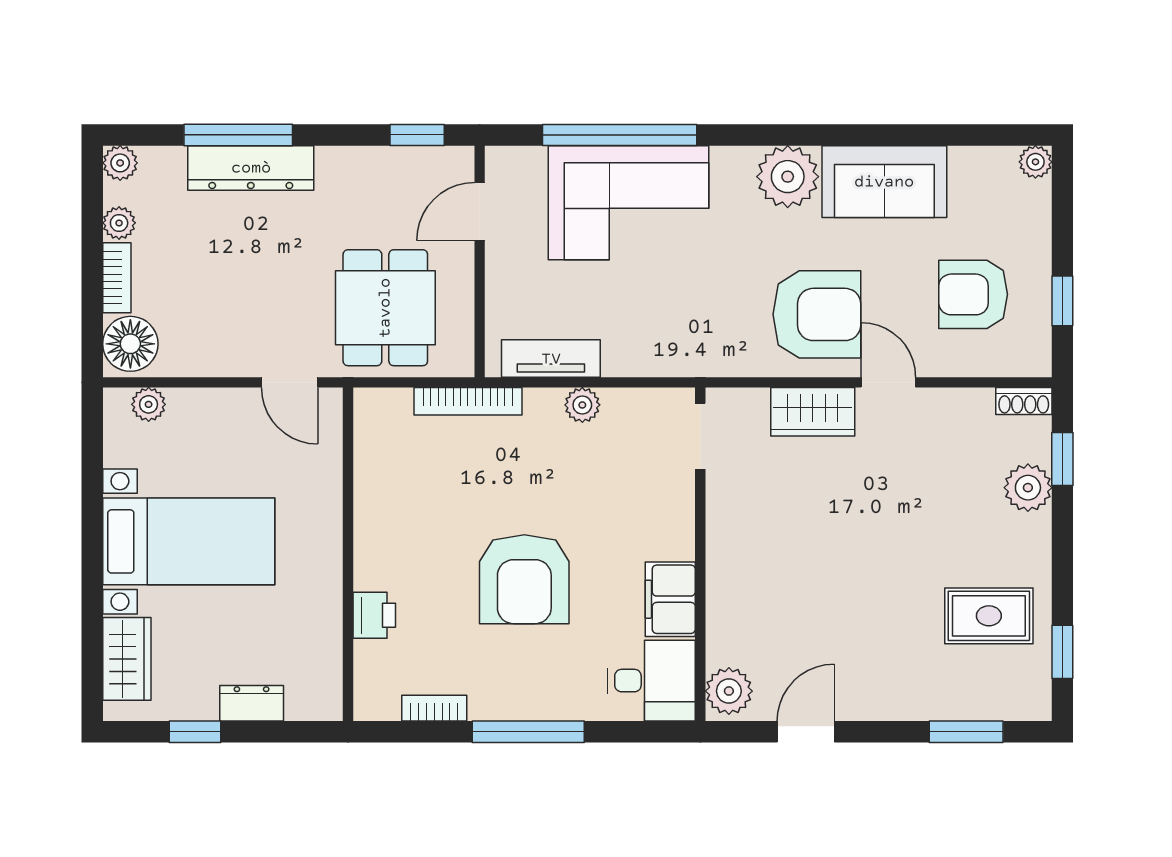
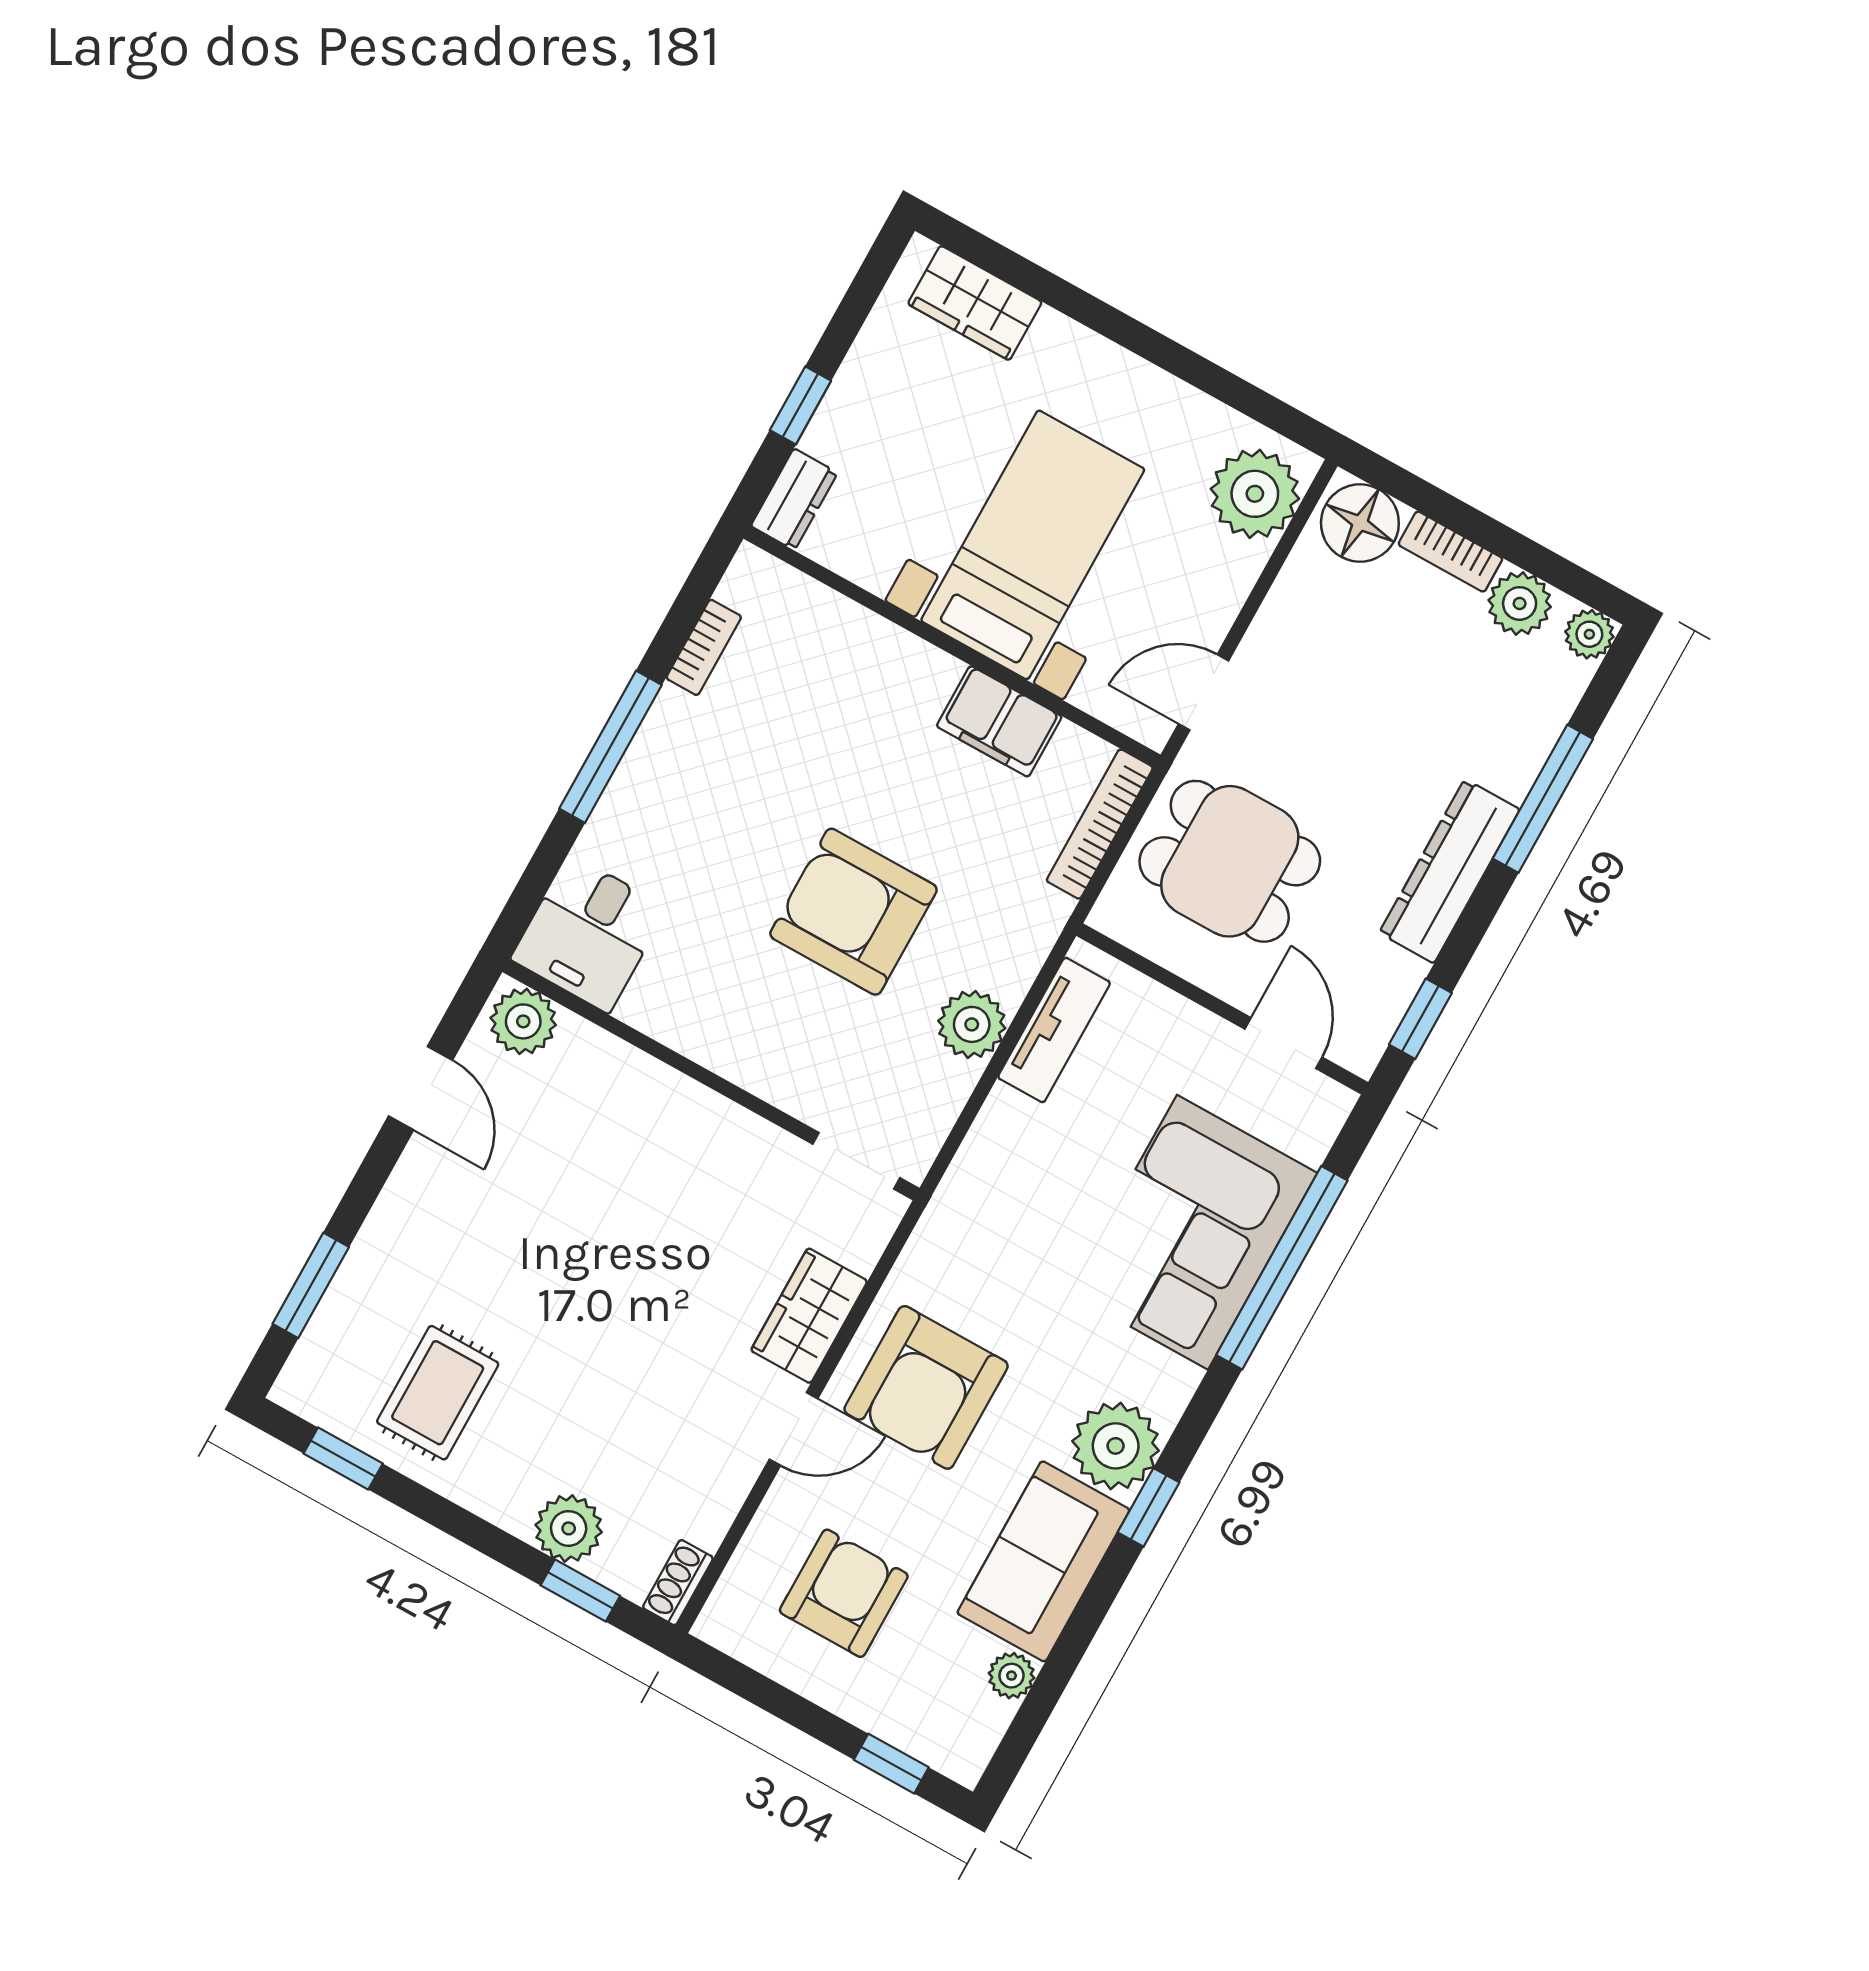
window: (814, 135) -> (1148, 1507), added
plant: (1035, 162) -> (1011, 1676), moved
dresser: (251, 168) -> (1449, 871), moved
plant: (119, 223) -> (1520, 603), width x1.38, depth x1.38
window: (1062, 301) -> (891, 1764), moved
bookcase: (468, 401) -> (1100, 824), moved
plant: (149, 404) -> (1255, 494), width x1.88, depth x1.88
plant: (582, 405) -> (972, 1024), width x1.38, depth x1.38
bed with nightstands: (189, 541) -> (1033, 545), moved, turned 180
armchair: (524, 579) -> (853, 912), moved
filing cabinet: (670, 599) -> (999, 721), moved, turned 180
printer: (374, 615) -> (859, 637), removed
dresser: (252, 703) -> (794, 499), moved
window: (195, 732) -> (800, 406), moved

